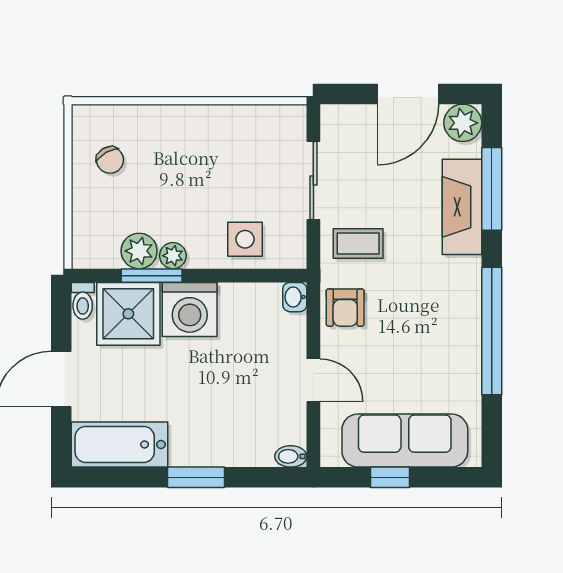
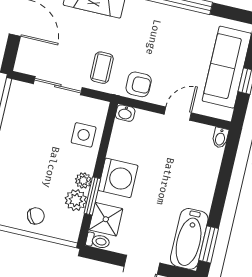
chair: (110, 160) -> (36, 216), moved
shower: (128, 314) -> (106, 219), width x0.73, depth x0.73
window: (196, 477) -> (209, 244), moved

